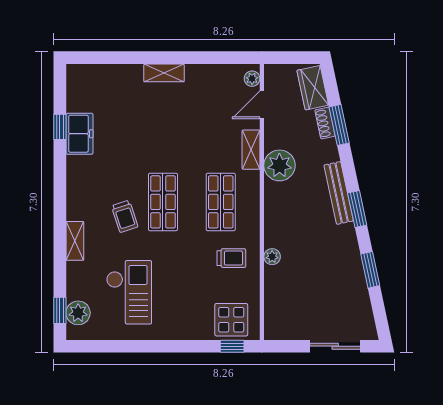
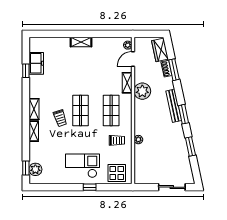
freezer: (80, 134) -> (36, 63), moved
shelving: (75, 199) -> (34, 109), added
checkout: (129, 292) -> (82, 166), moved, turned -90
window: (232, 346) -> (90, 187), moved

